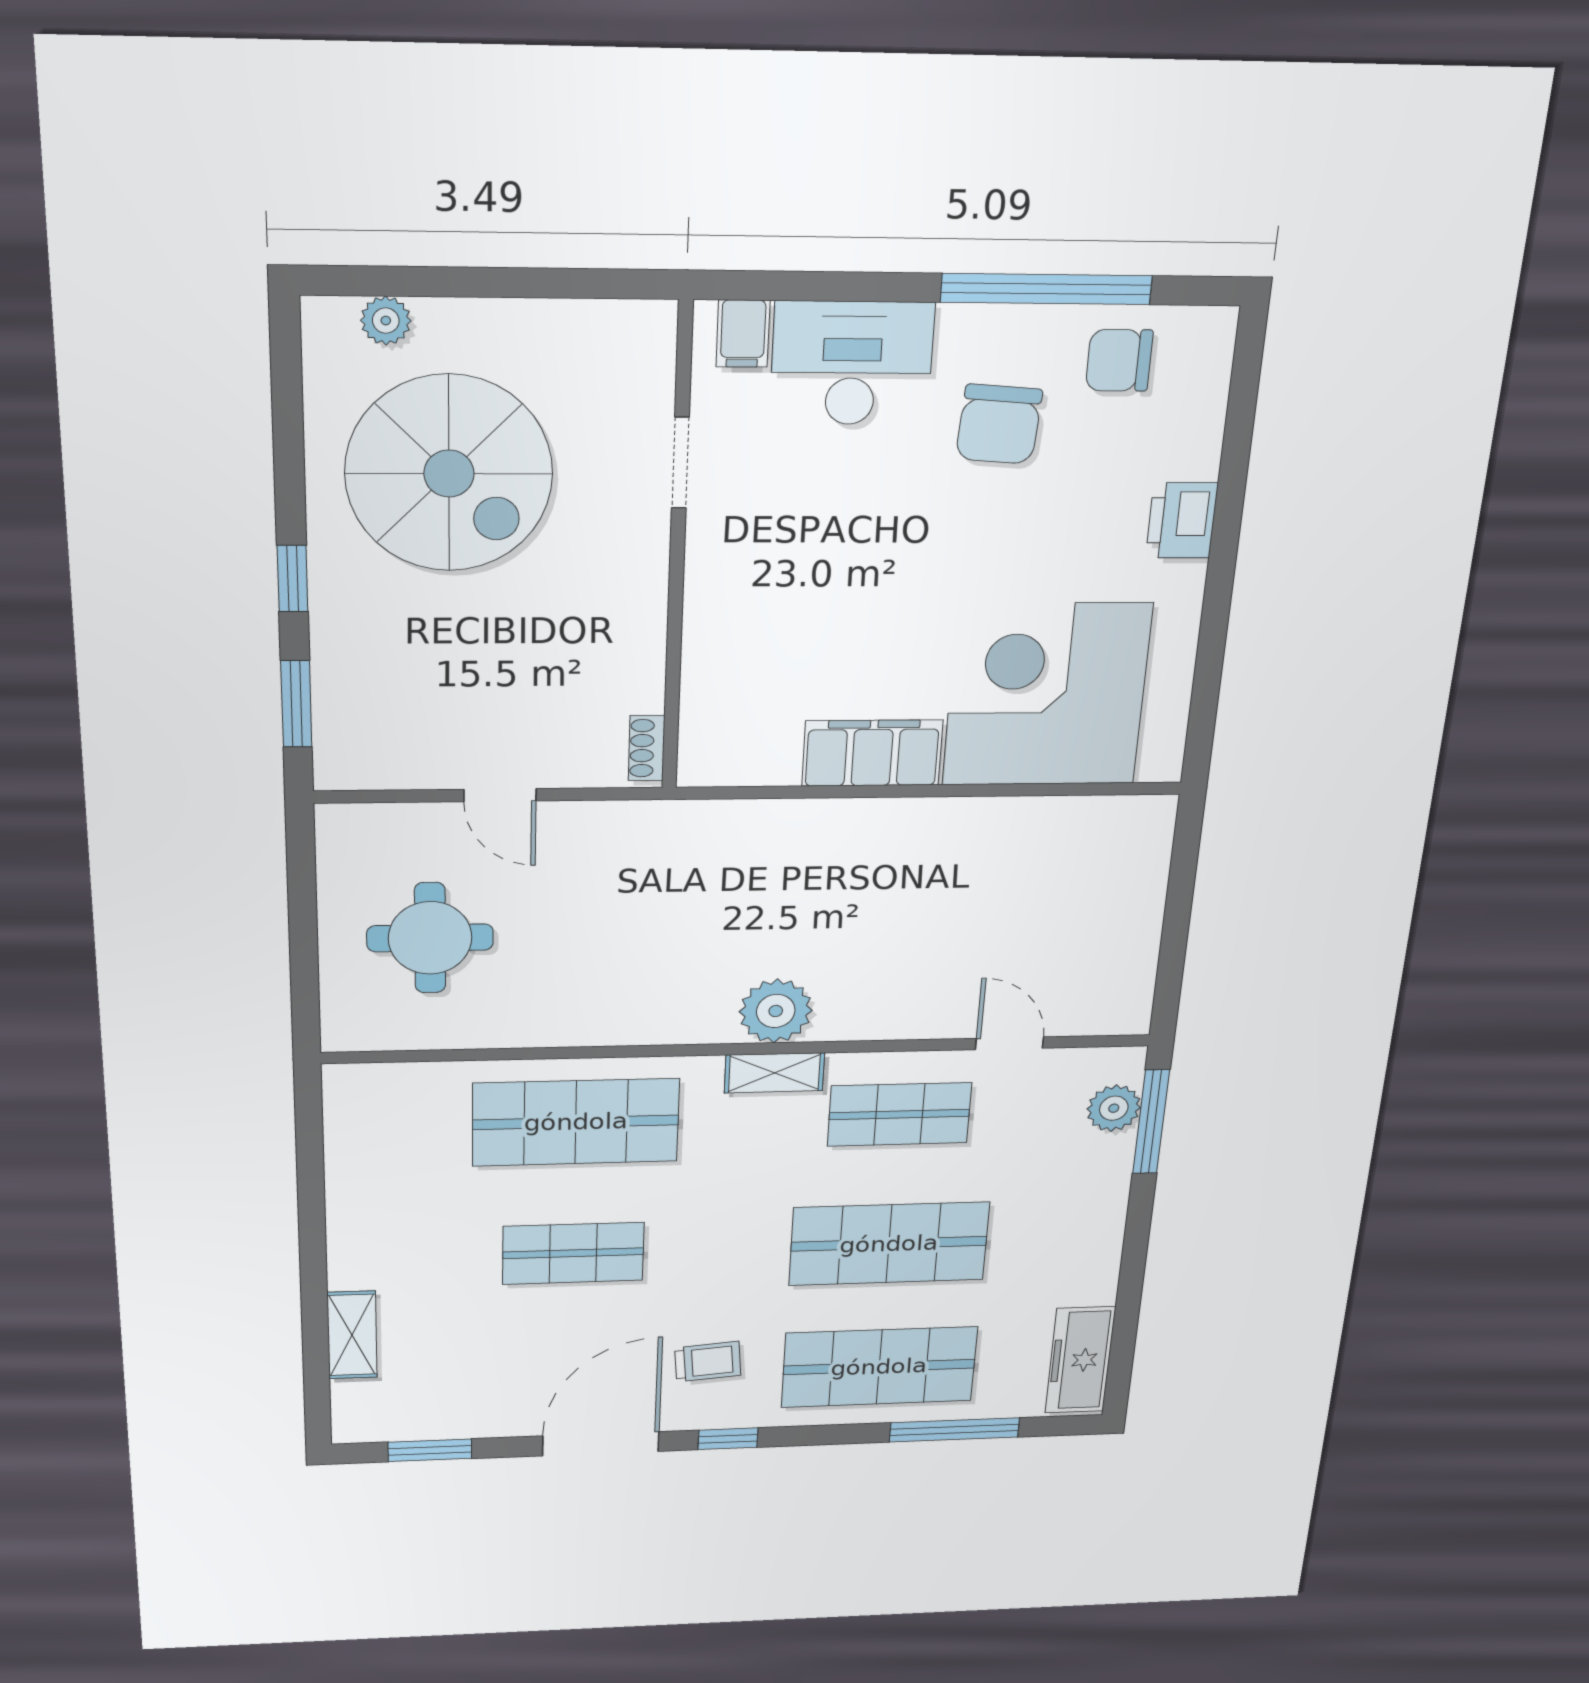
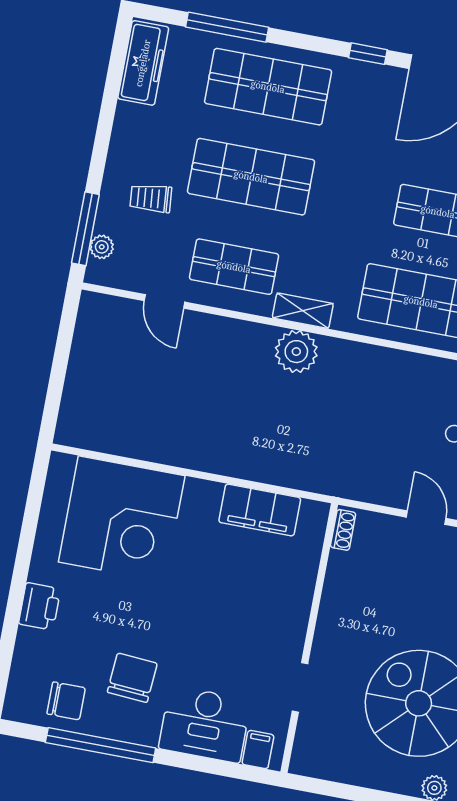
filing cabinet: (872, 753) -> (260, 510), moved
plant: (1114, 1108) -> (102, 247), width x0.73, depth x0.73
trolley: (708, 1362) -> (151, 198), moved

